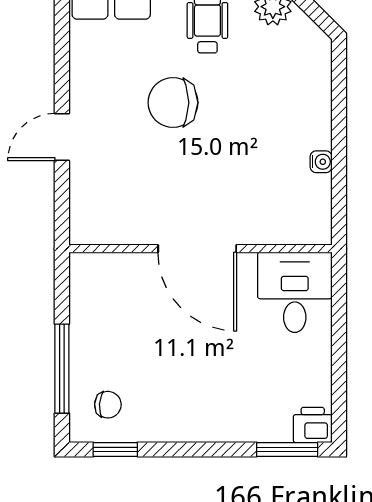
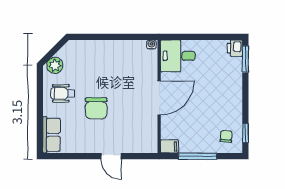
water cooler: (321, 162) -> (151, 45), moved
filing cabinet: (84, 273) -> (169, 146), added
window: (62, 369) -> (198, 156), moved

